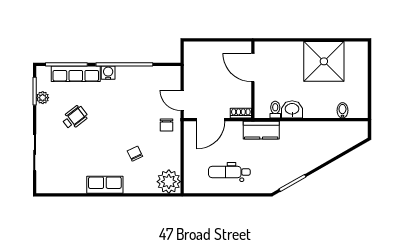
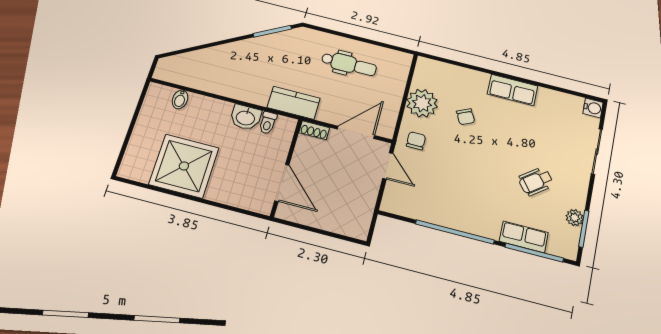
water cooler: (108, 73) -> (593, 108), moved, turned -90
row of seats: (76, 74) -> (524, 237), width x0.68
plant: (169, 182) -> (422, 103), moved

